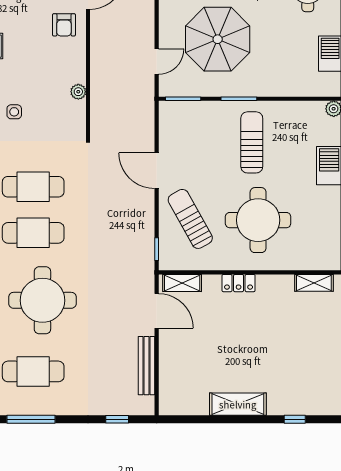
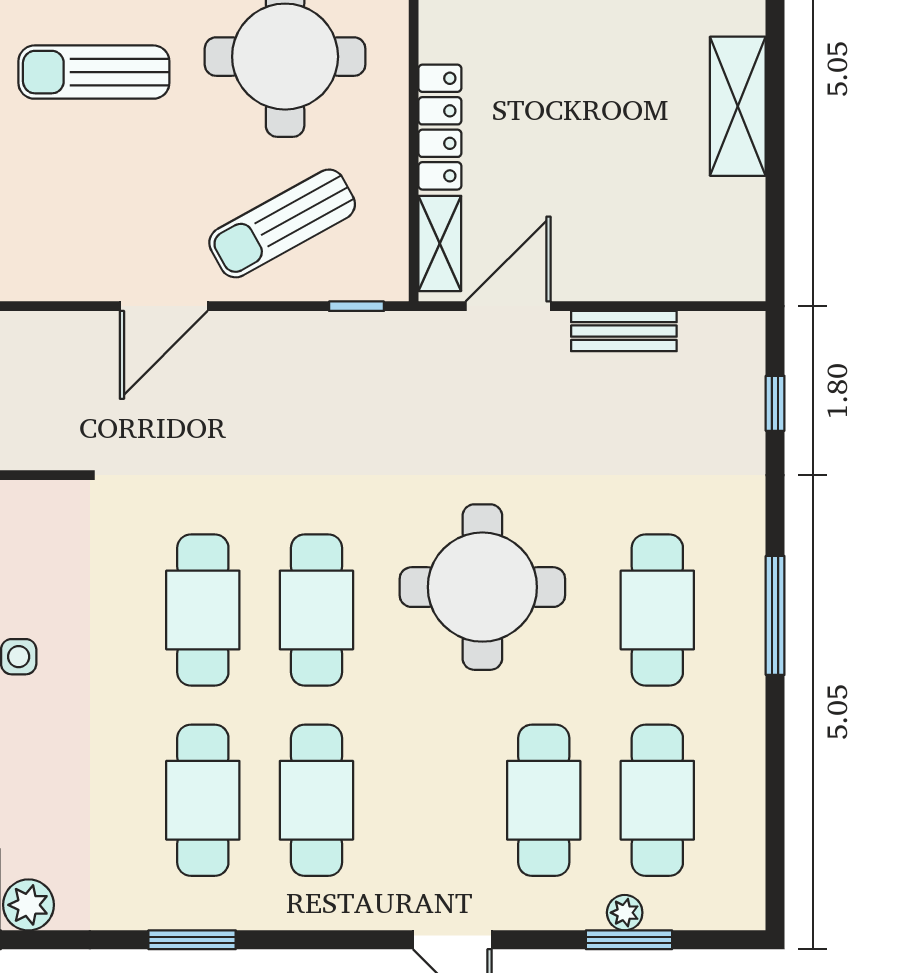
locker: (239, 283) -> (440, 127), width x1.53
bench: (147, 366) -> (624, 331), width x0.73

